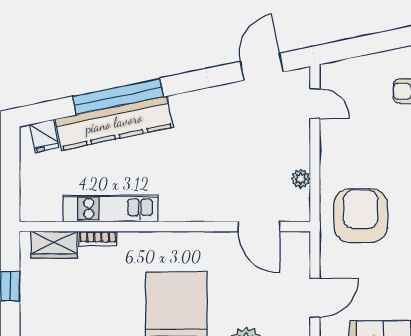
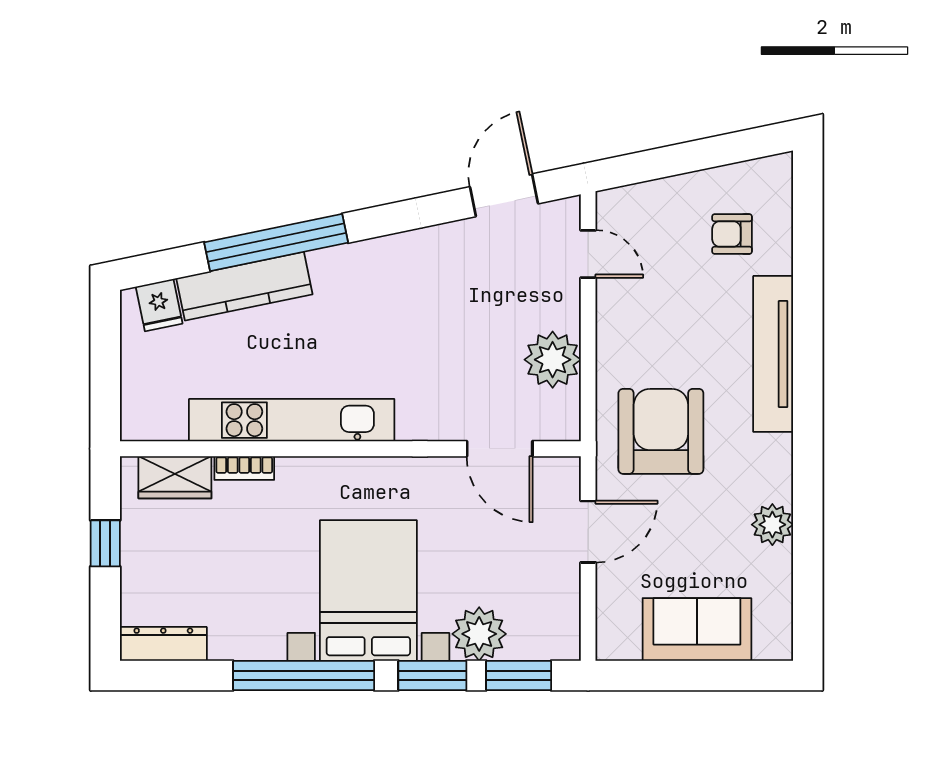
kitchen counter: (114, 123) -> (244, 286), width x0.72, depth x0.86
plant: (301, 179) -> (553, 360), width x1.88, depth x1.88
kitchen unit: (111, 209) -> (292, 420), width x1.36
door: (315, 298) -> (588, 532), moved

